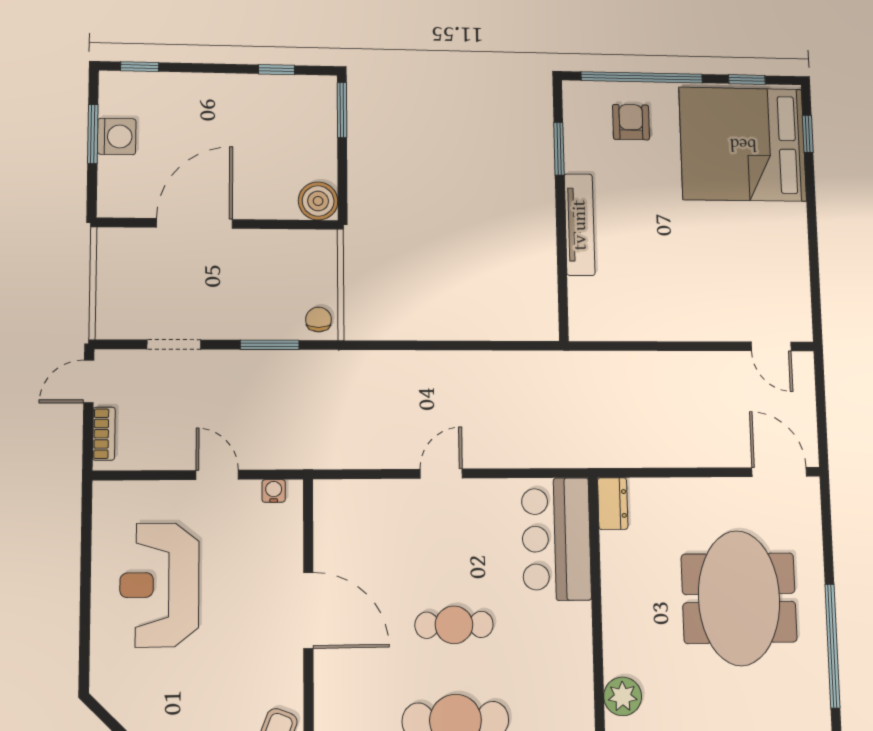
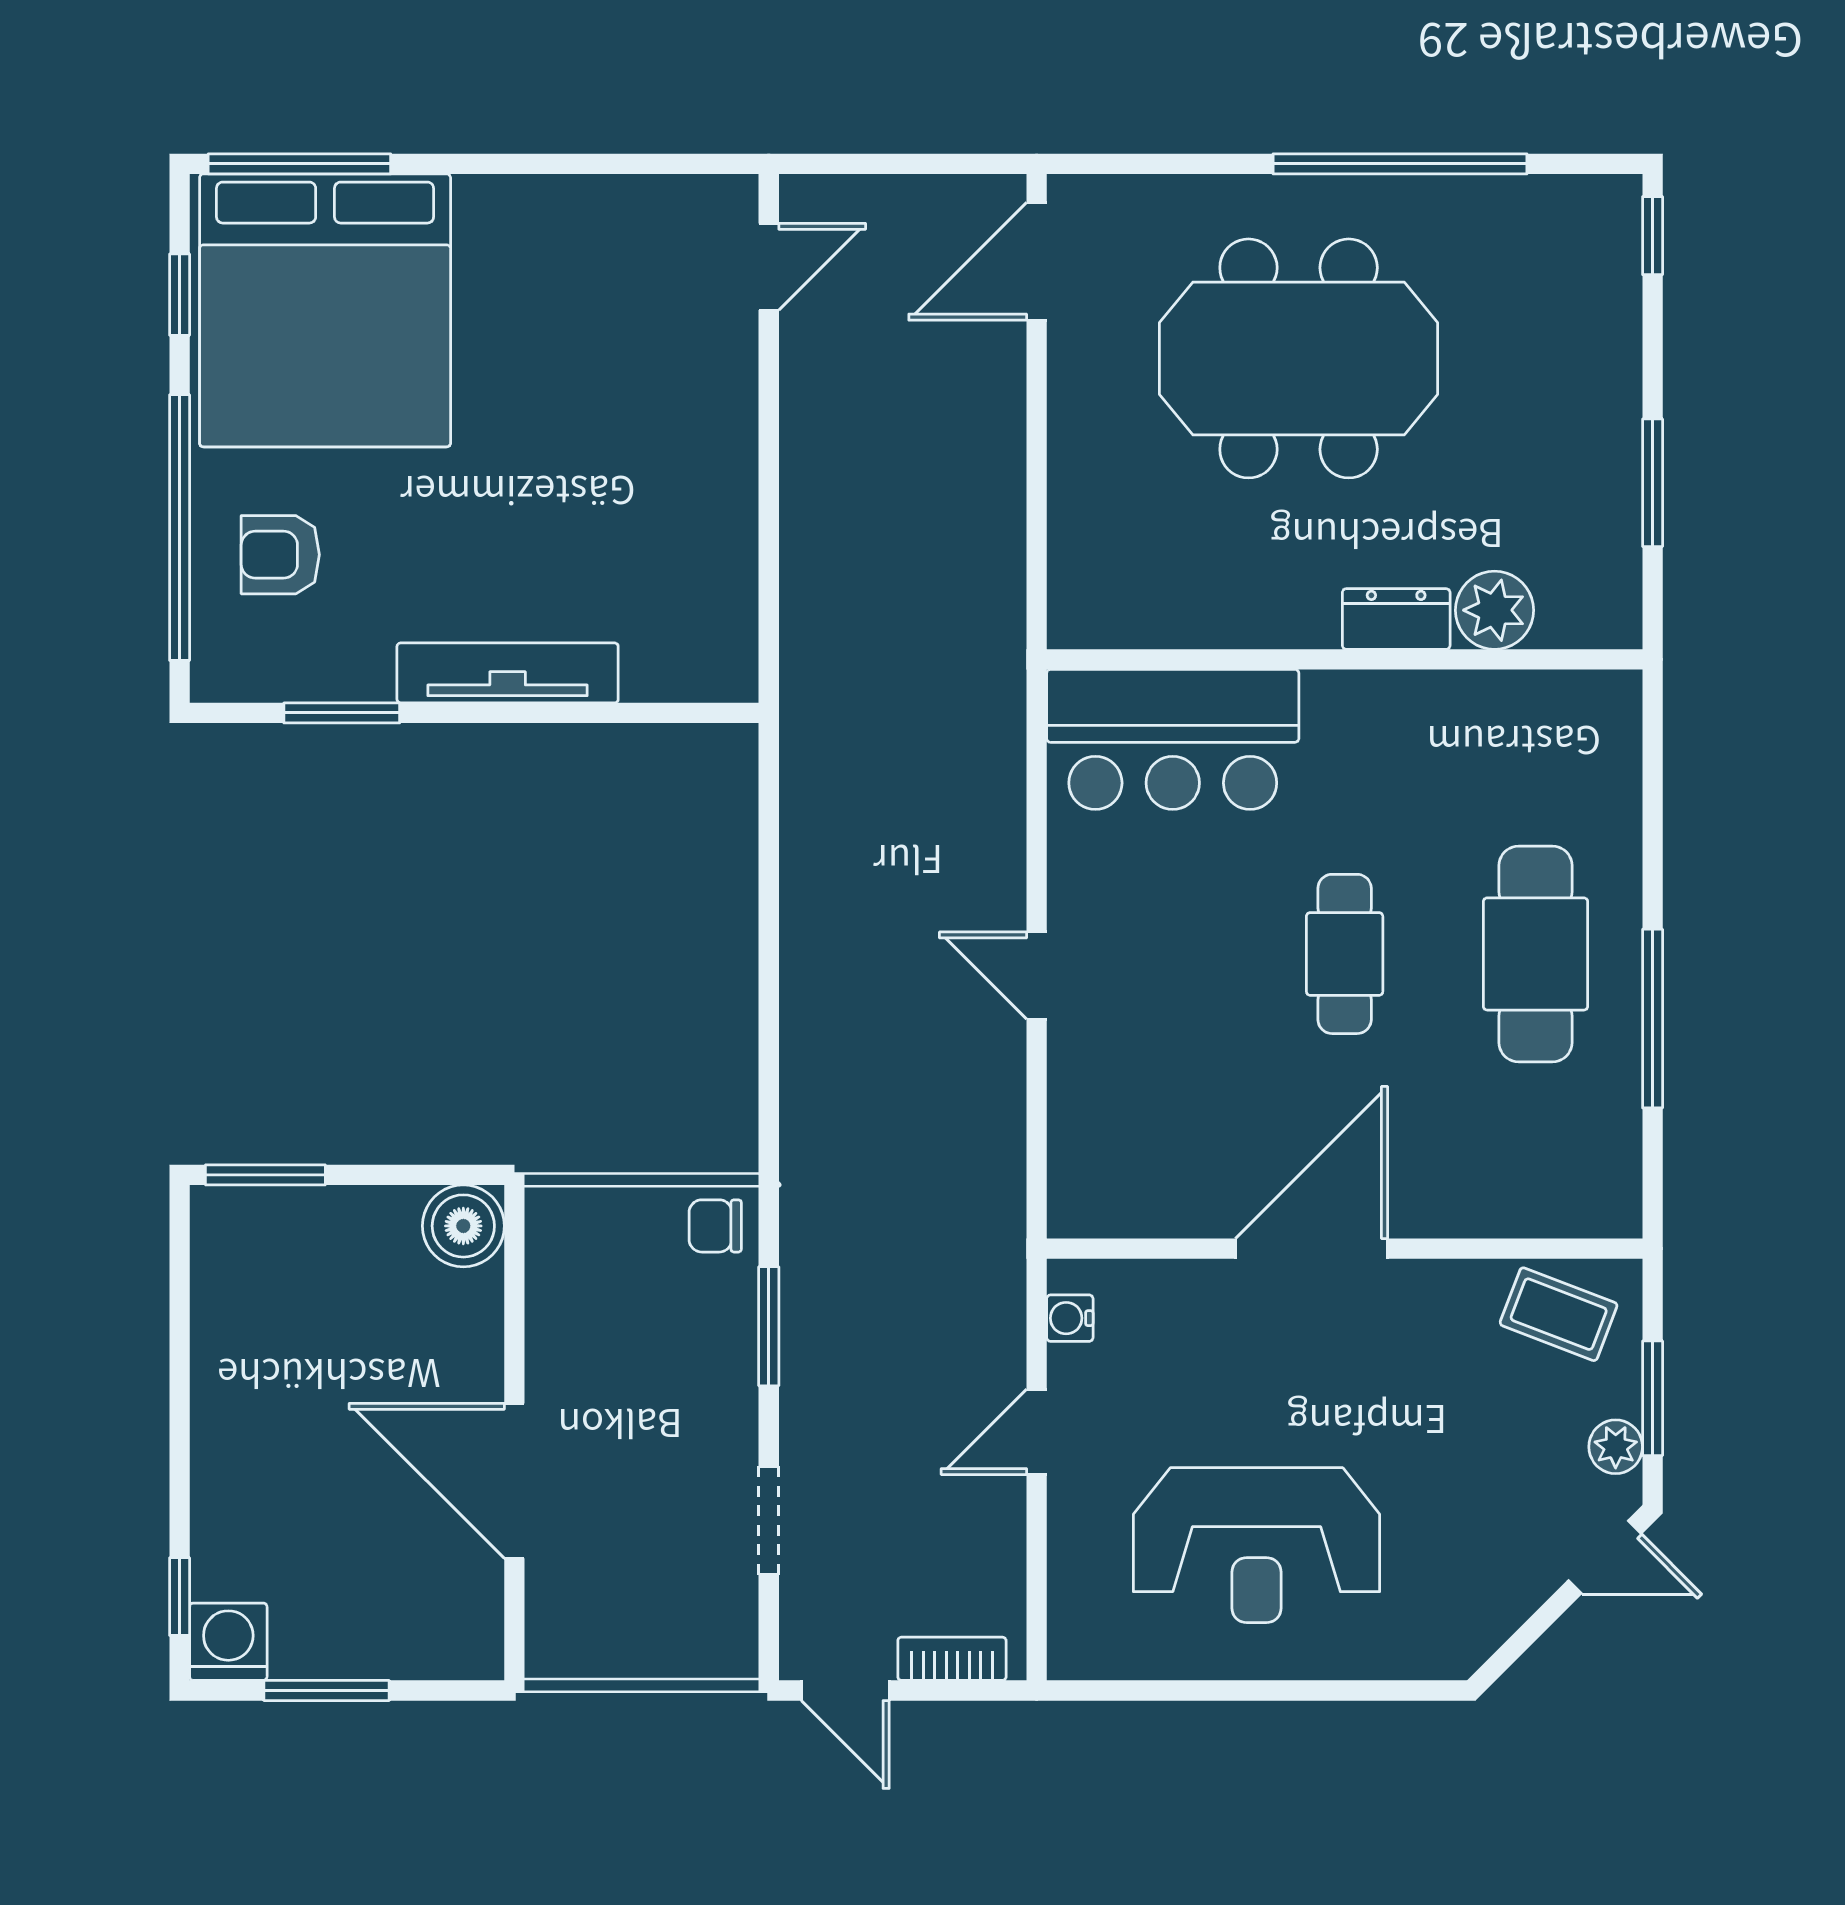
window: (277, 70) -> (180, 1312), removed
window: (808, 134) -> (299, 164), width x2.17
washing machine: (117, 136) -> (228, 1642), moved
dresser: (613, 504) -> (1396, 619), moved

